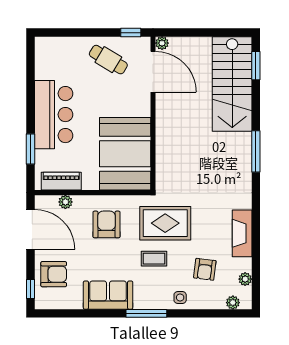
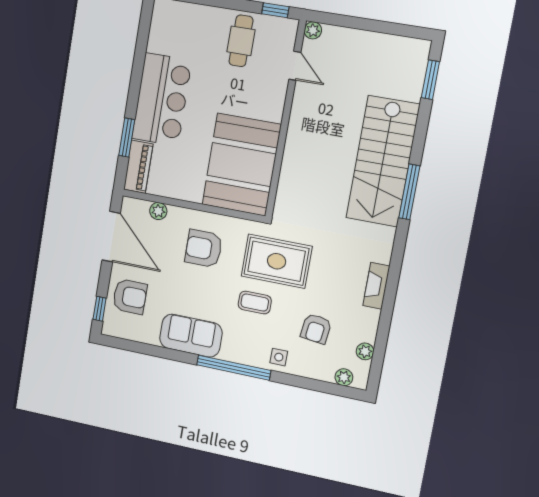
cafe table: (108, 60) -> (241, 41), turned 59
door: (153, 72) -> (295, 66), width x0.53
stairs: (232, 84) -> (383, 161), moved
piano: (61, 181) -> (138, 167), moved, turned 90
armchair: (106, 224) -> (204, 249), turned -90
fireplace: (242, 233) -> (376, 286), width x0.73, depth x0.76
window: (146, 313) -> (234, 368), width x1.46

